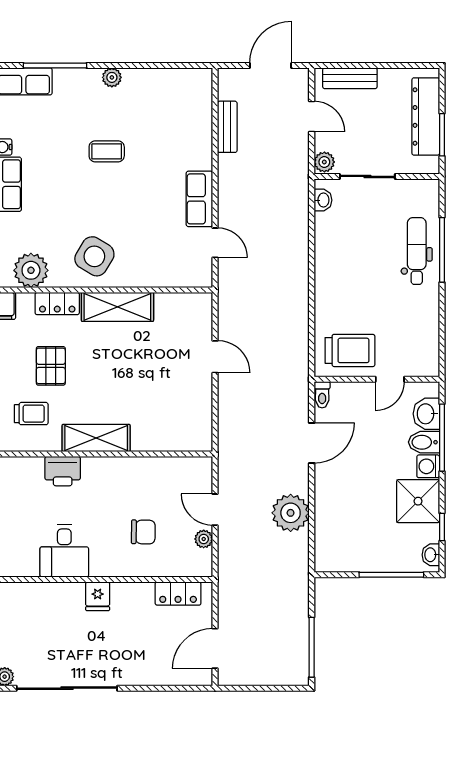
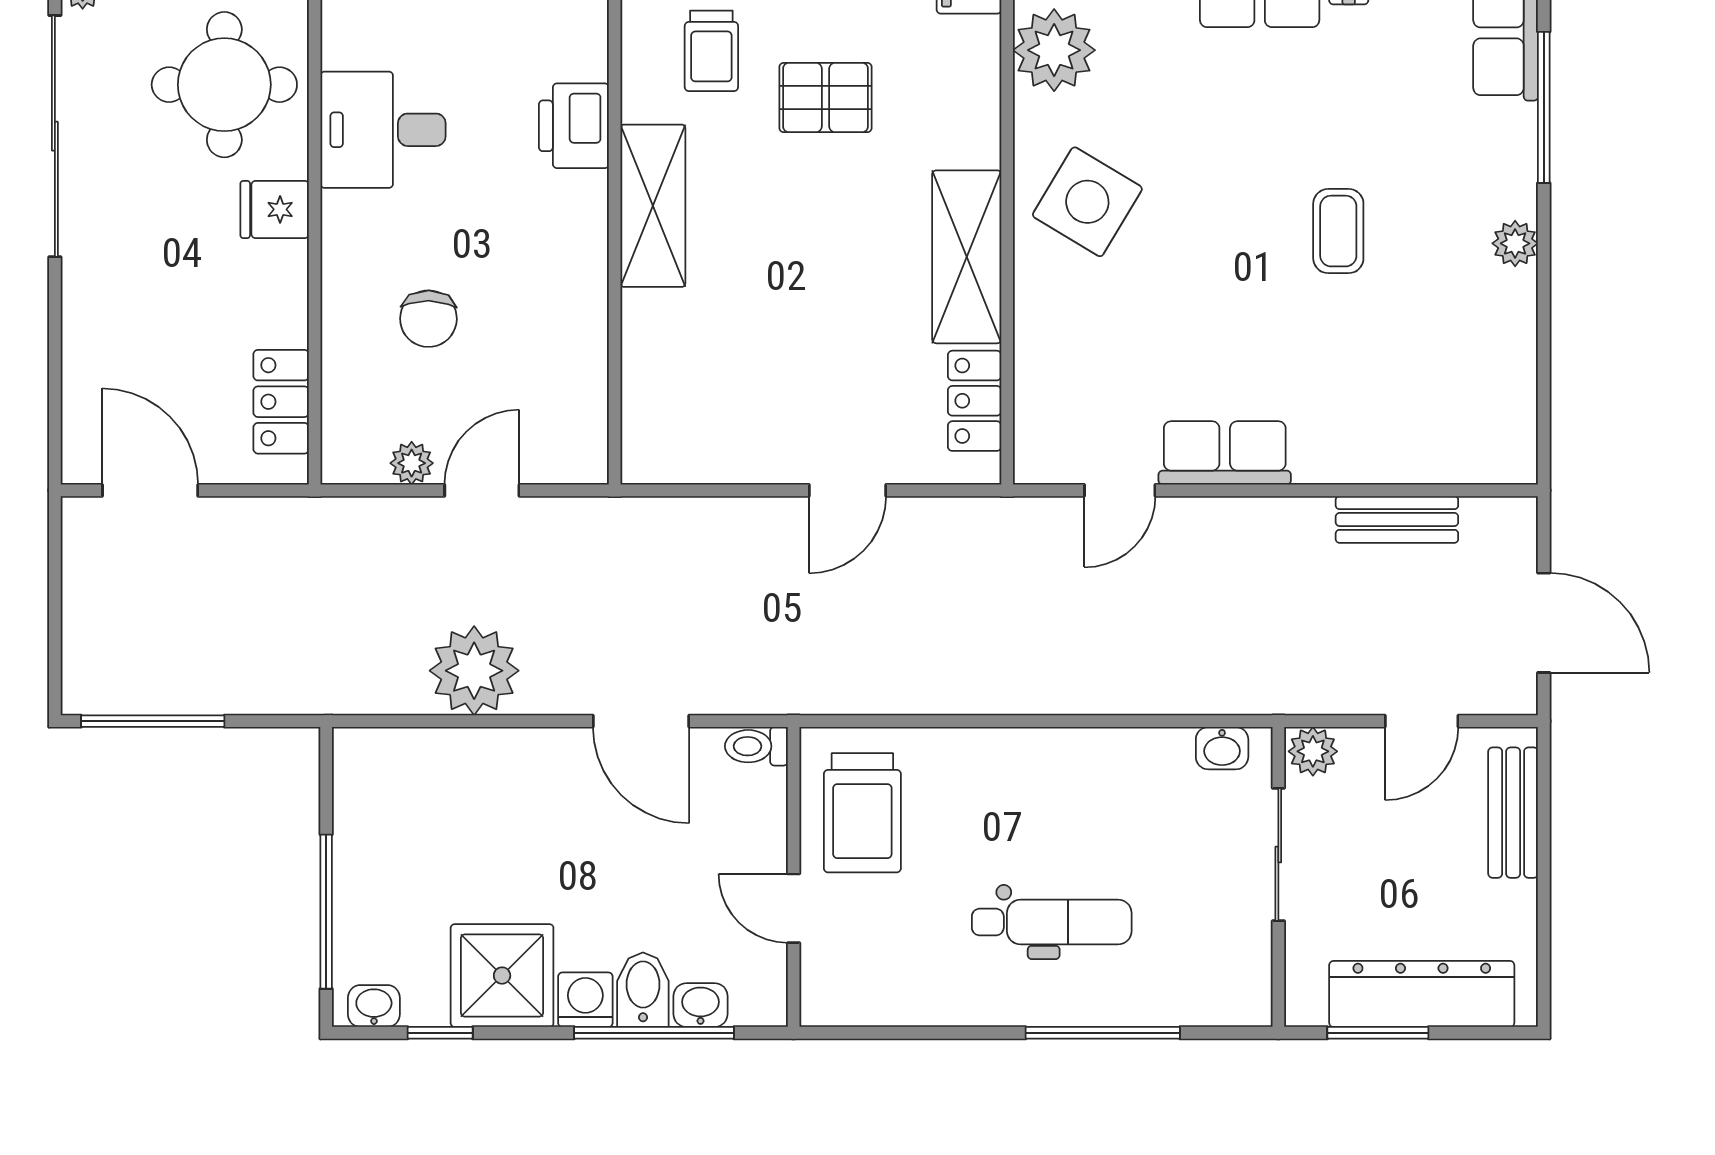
dental chair: (417, 251) -> (1052, 922), moved
locker: (57, 304) -> (975, 401), moved
washbasin: (426, 414) -> (700, 1005), width x0.72, depth x0.69
round table: (45, 617) -> (224, 85), added

